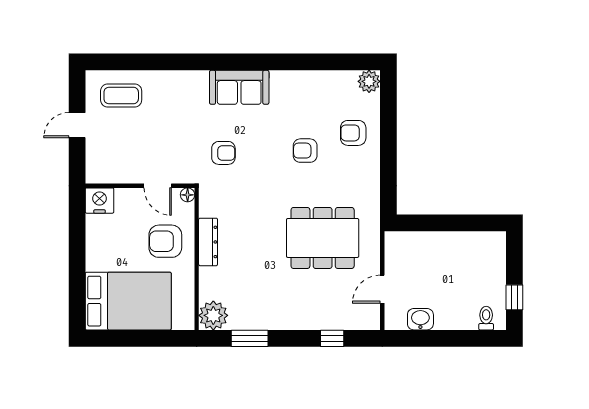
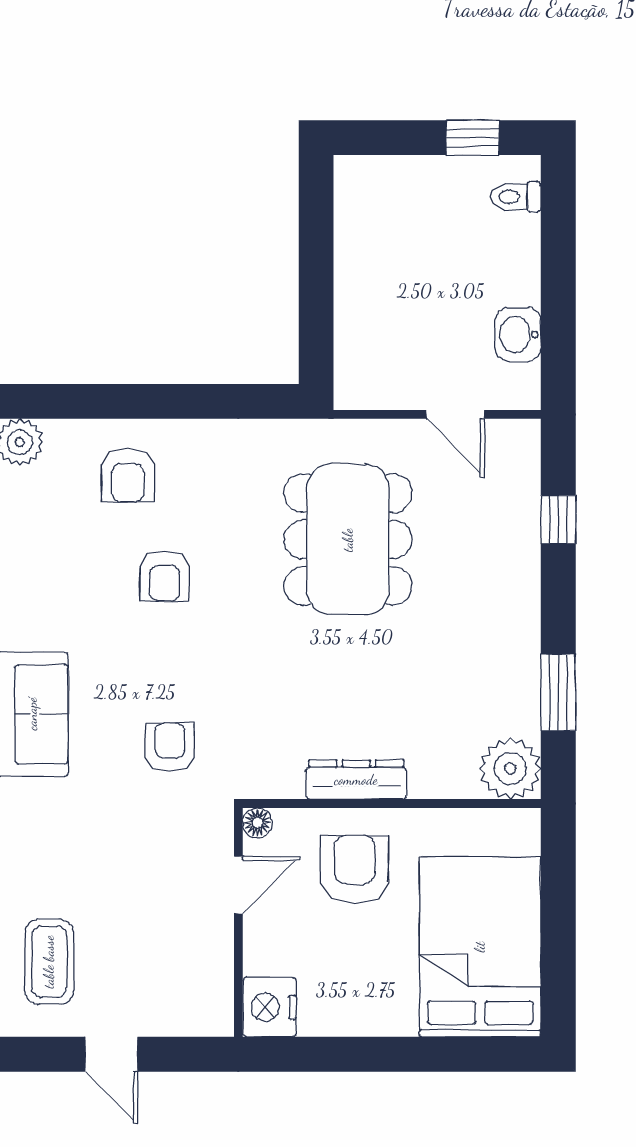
armchair: (165, 241) -> (355, 869), turned 180

